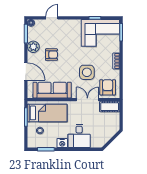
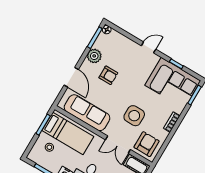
door: (52, 18) -> (149, 47), moved
double door: (87, 100) -> (118, 145), swing flipped

